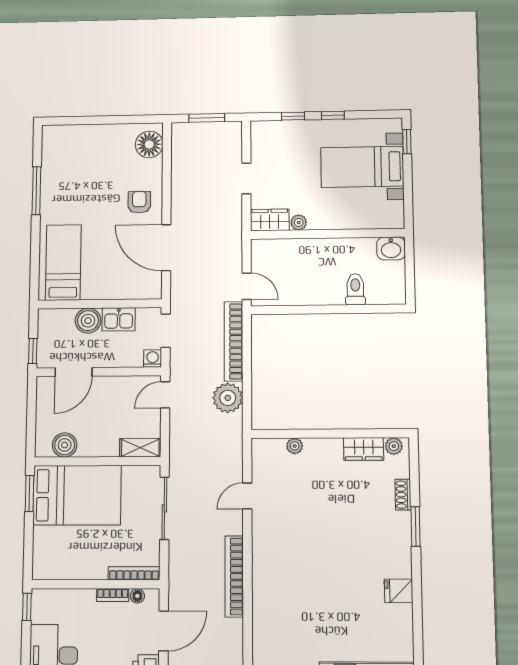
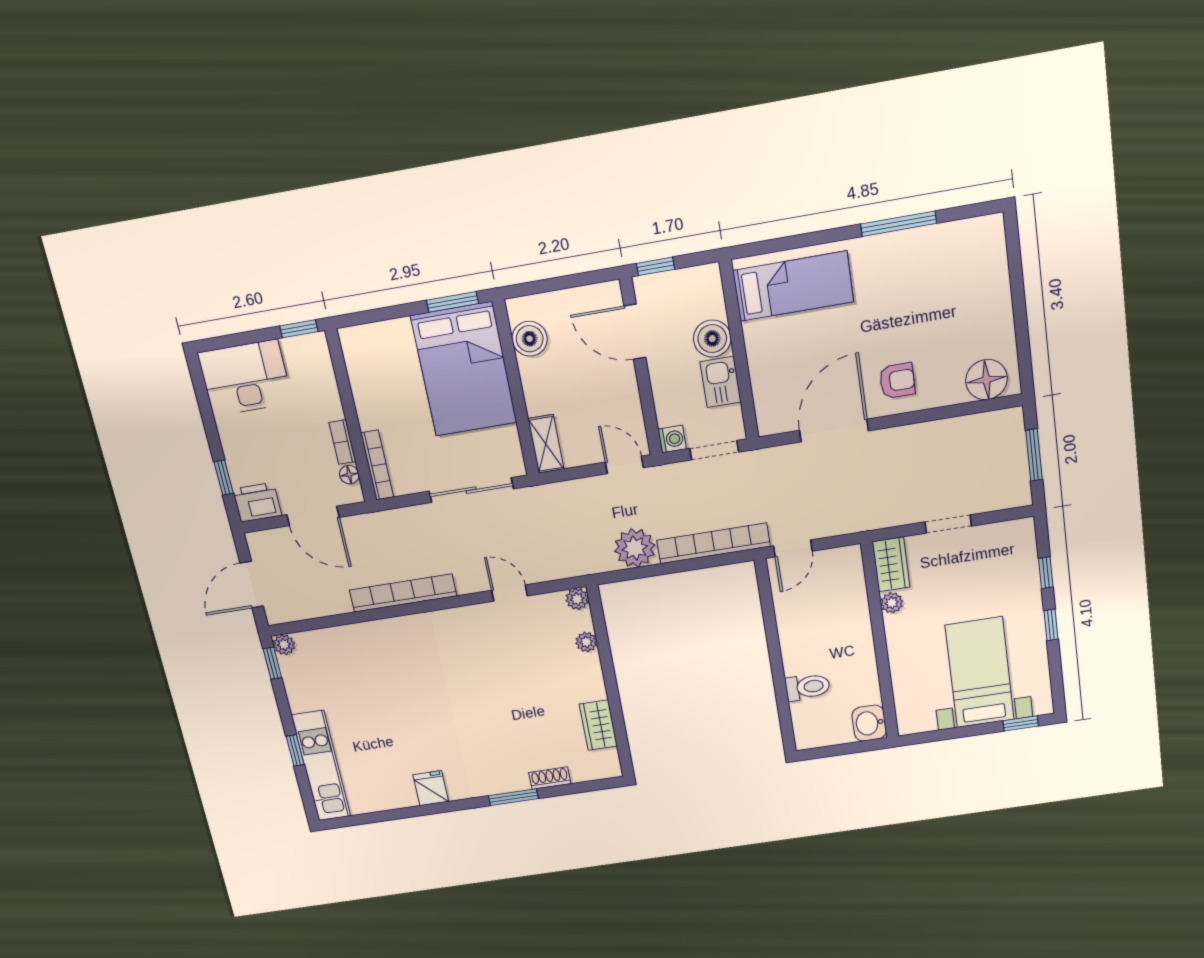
plant: (394, 446) -> (577, 599), moved

